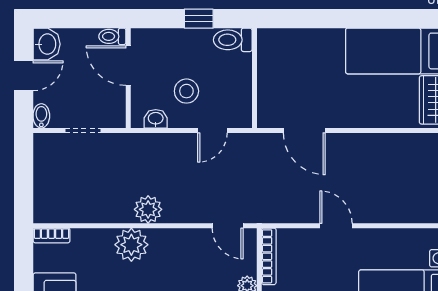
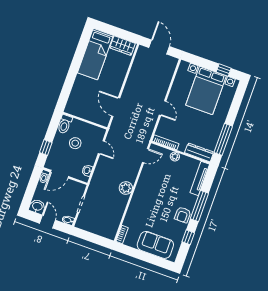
window: (199, 19) -> (46, 147), moved
stool: (186, 91) -> (75, 143), moved
door: (304, 130) -> (116, 107), swing flipped
door: (336, 226) -> (163, 108), swing flipped
plant: (131, 245) -> (139, 201), removed

